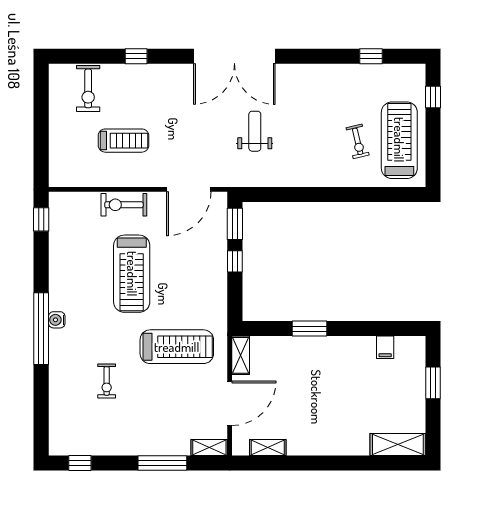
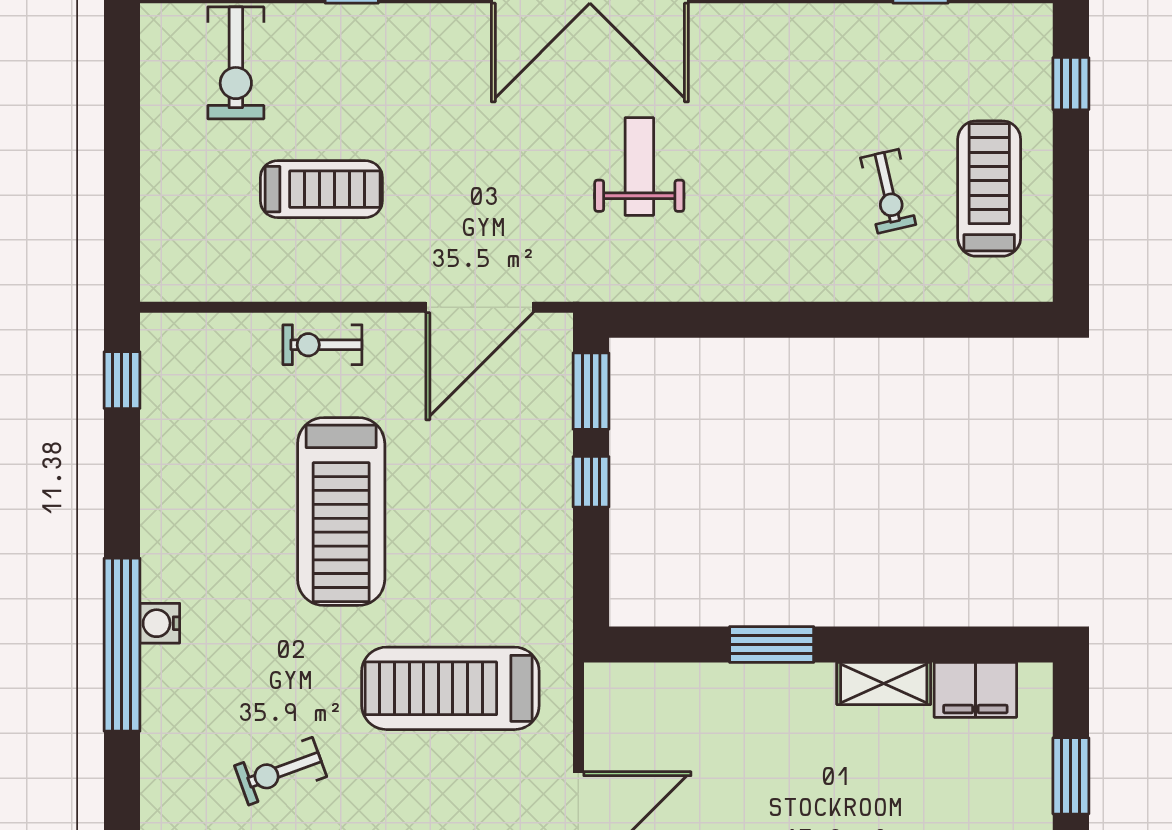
treadmill: (399, 140) -> (989, 189), width x0.73, depth x0.73
exercise bike: (124, 205) -> (322, 345), width x0.73, depth x0.72
treadmill: (177, 347) -> (450, 688), turned 180
filing cabinet: (385, 347) -> (975, 690), width x2.00
shelving: (241, 355) -> (884, 683), moved, turned 90
exercise bike: (107, 381) -> (281, 771), turned 70

